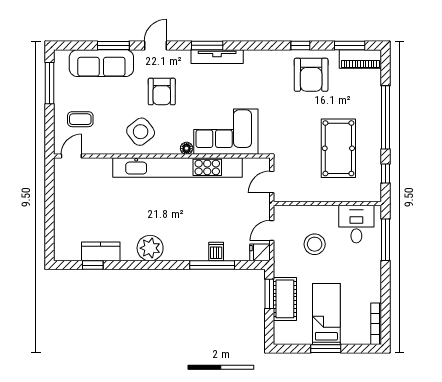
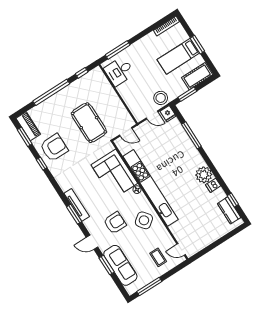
pool table: (338, 148) -> (89, 123), moved, turned 90
stool: (315, 244) -> (161, 98), moved
kitchen counter: (101, 251) -> (229, 210), moved
dishwasher: (216, 251) -> (213, 185), moved
cot: (285, 299) -> (197, 76), moved

